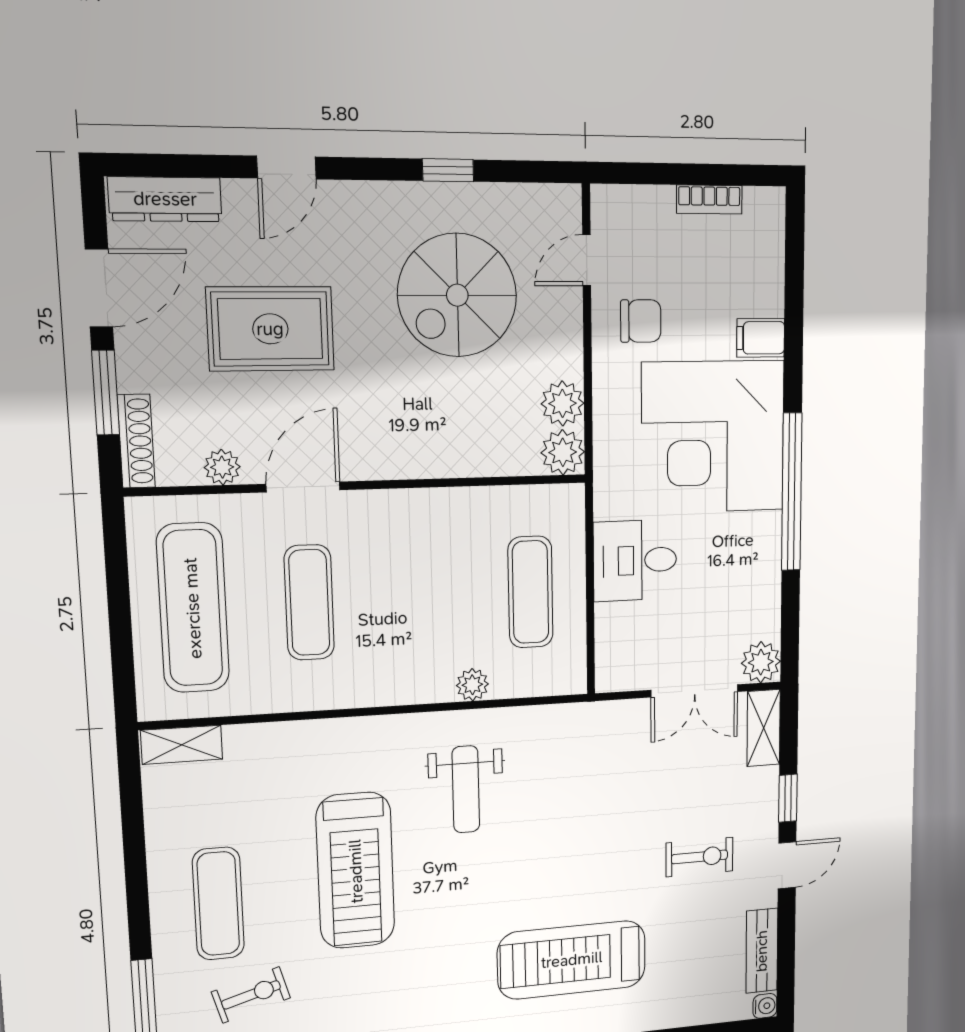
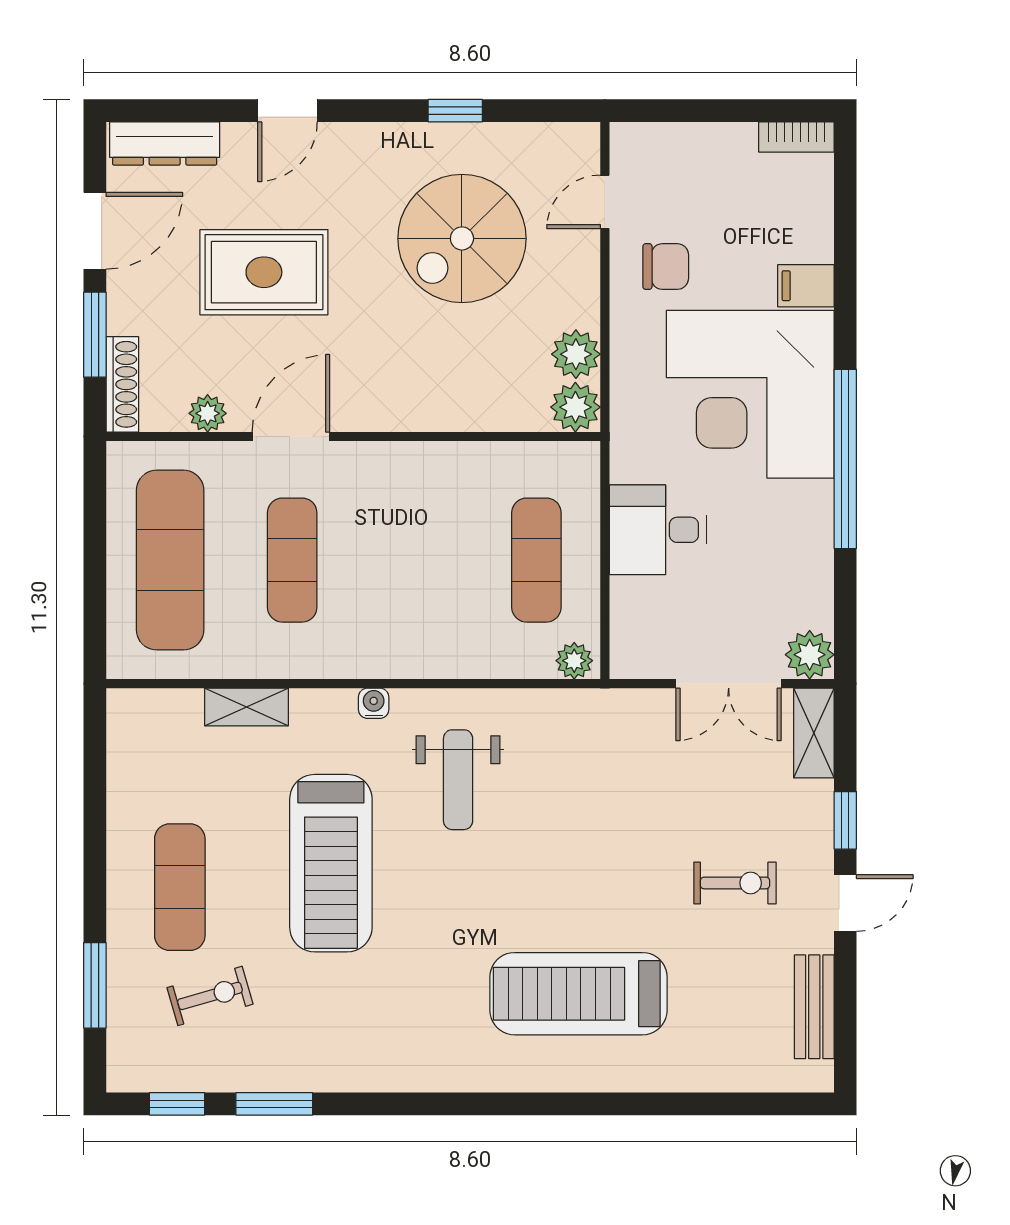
bookcase: (709, 199) -> (796, 137), moved
plant: (472, 685) -> (574, 661), moved
shelving: (182, 745) -> (246, 707), moved
water cooler: (765, 1006) -> (374, 703), moved, turned -90

